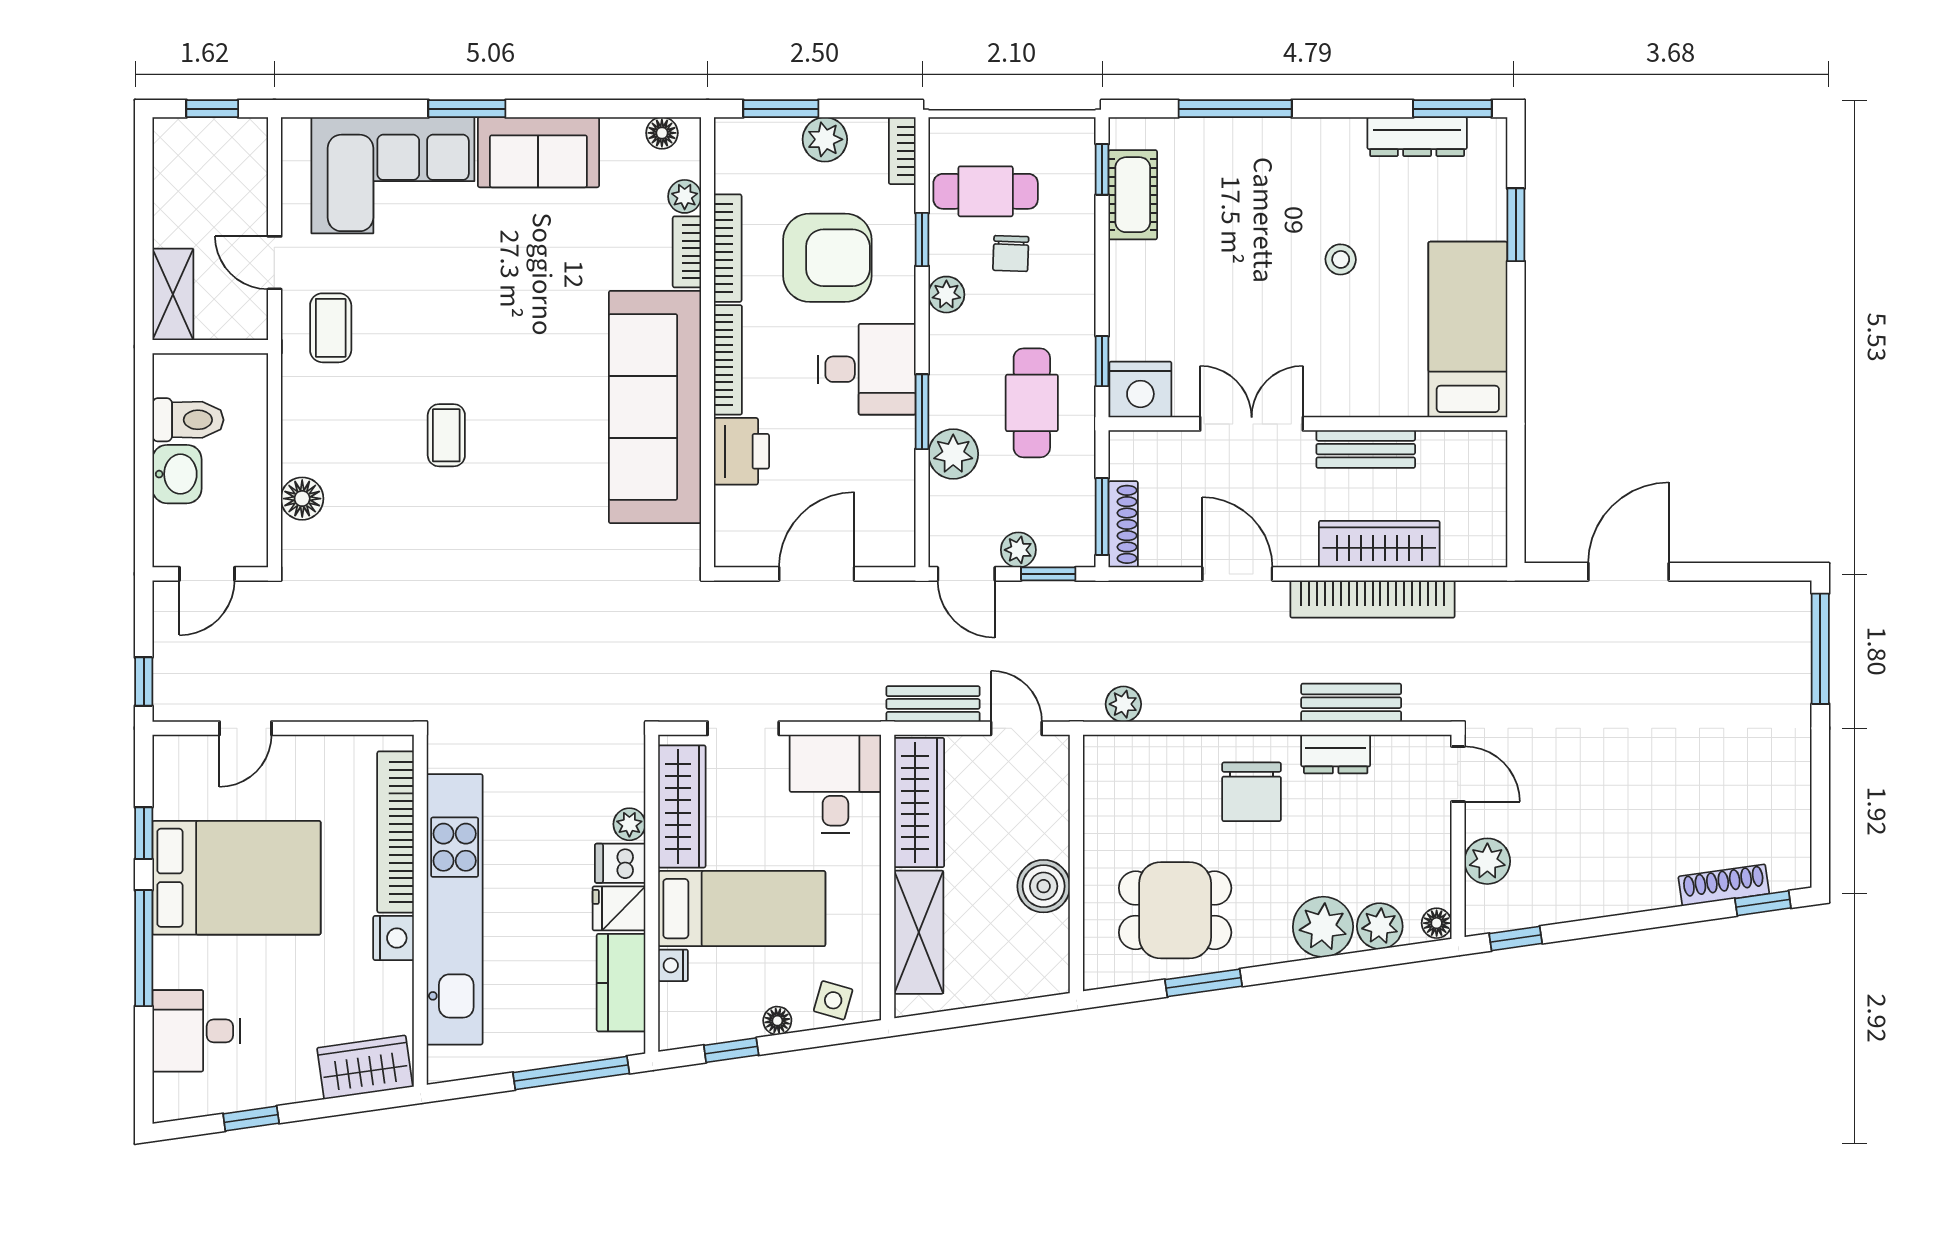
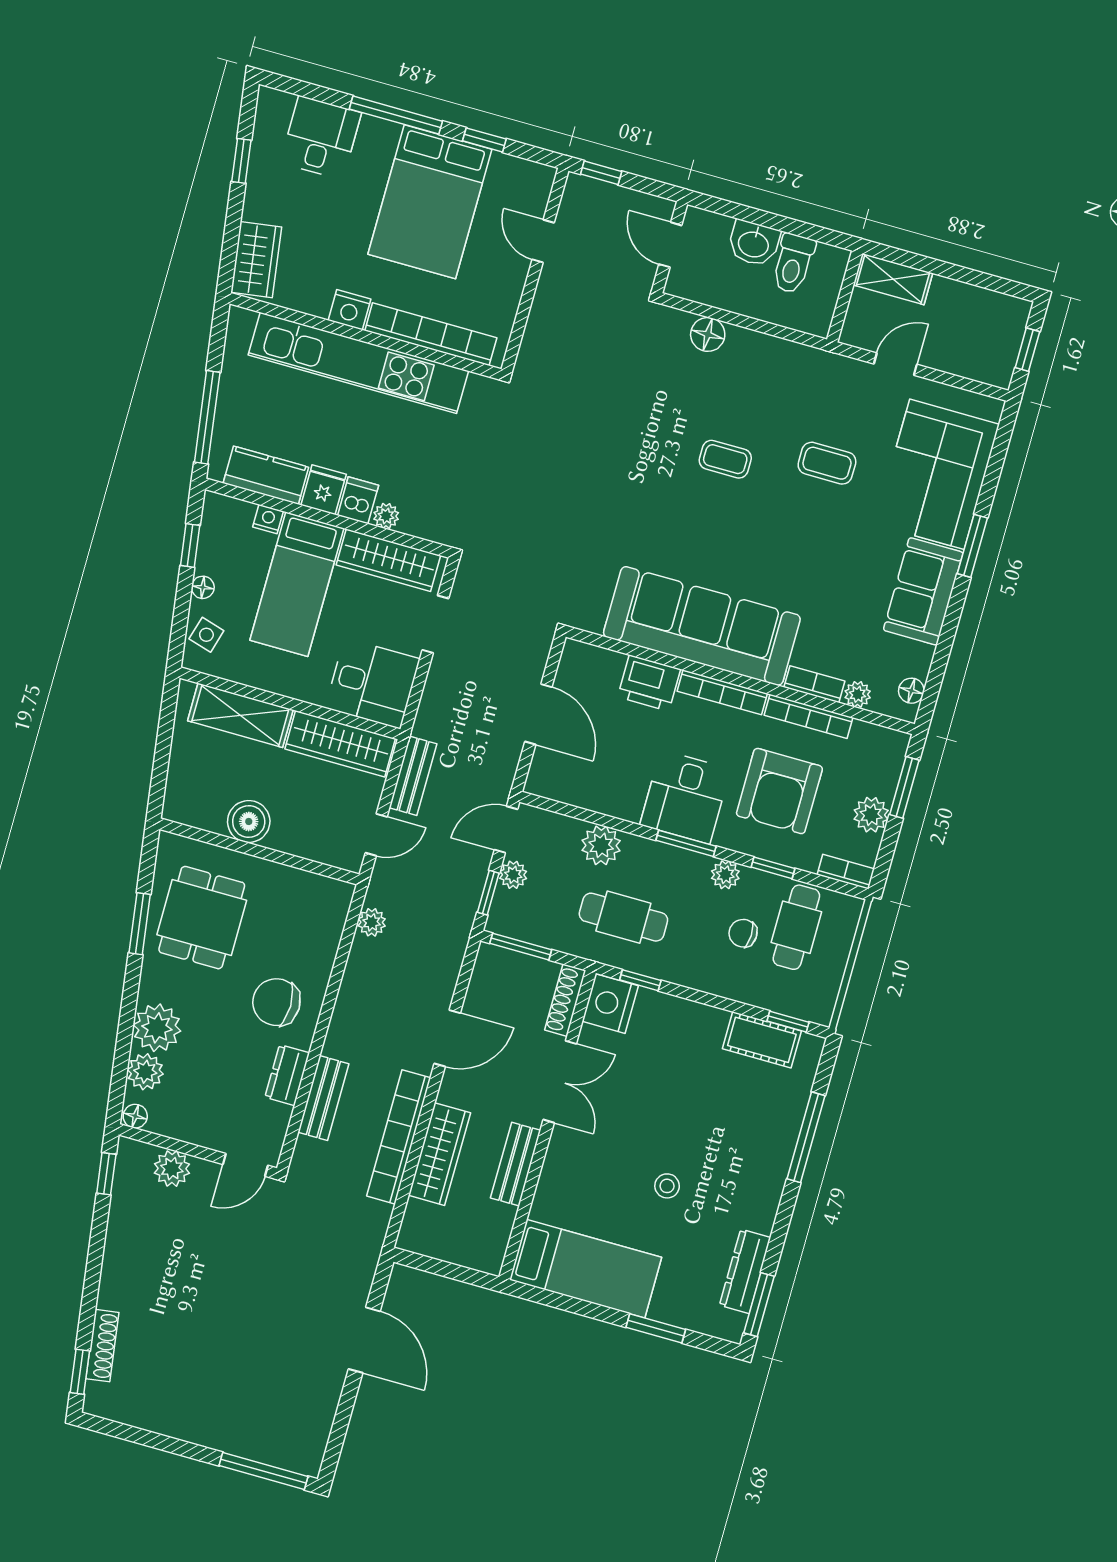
coffee table: (331, 328) -> (827, 463), moved
window: (922, 412) -> (686, 843), moved
shoe rack: (1123, 524) -> (565, 1000), moved, turned 90

